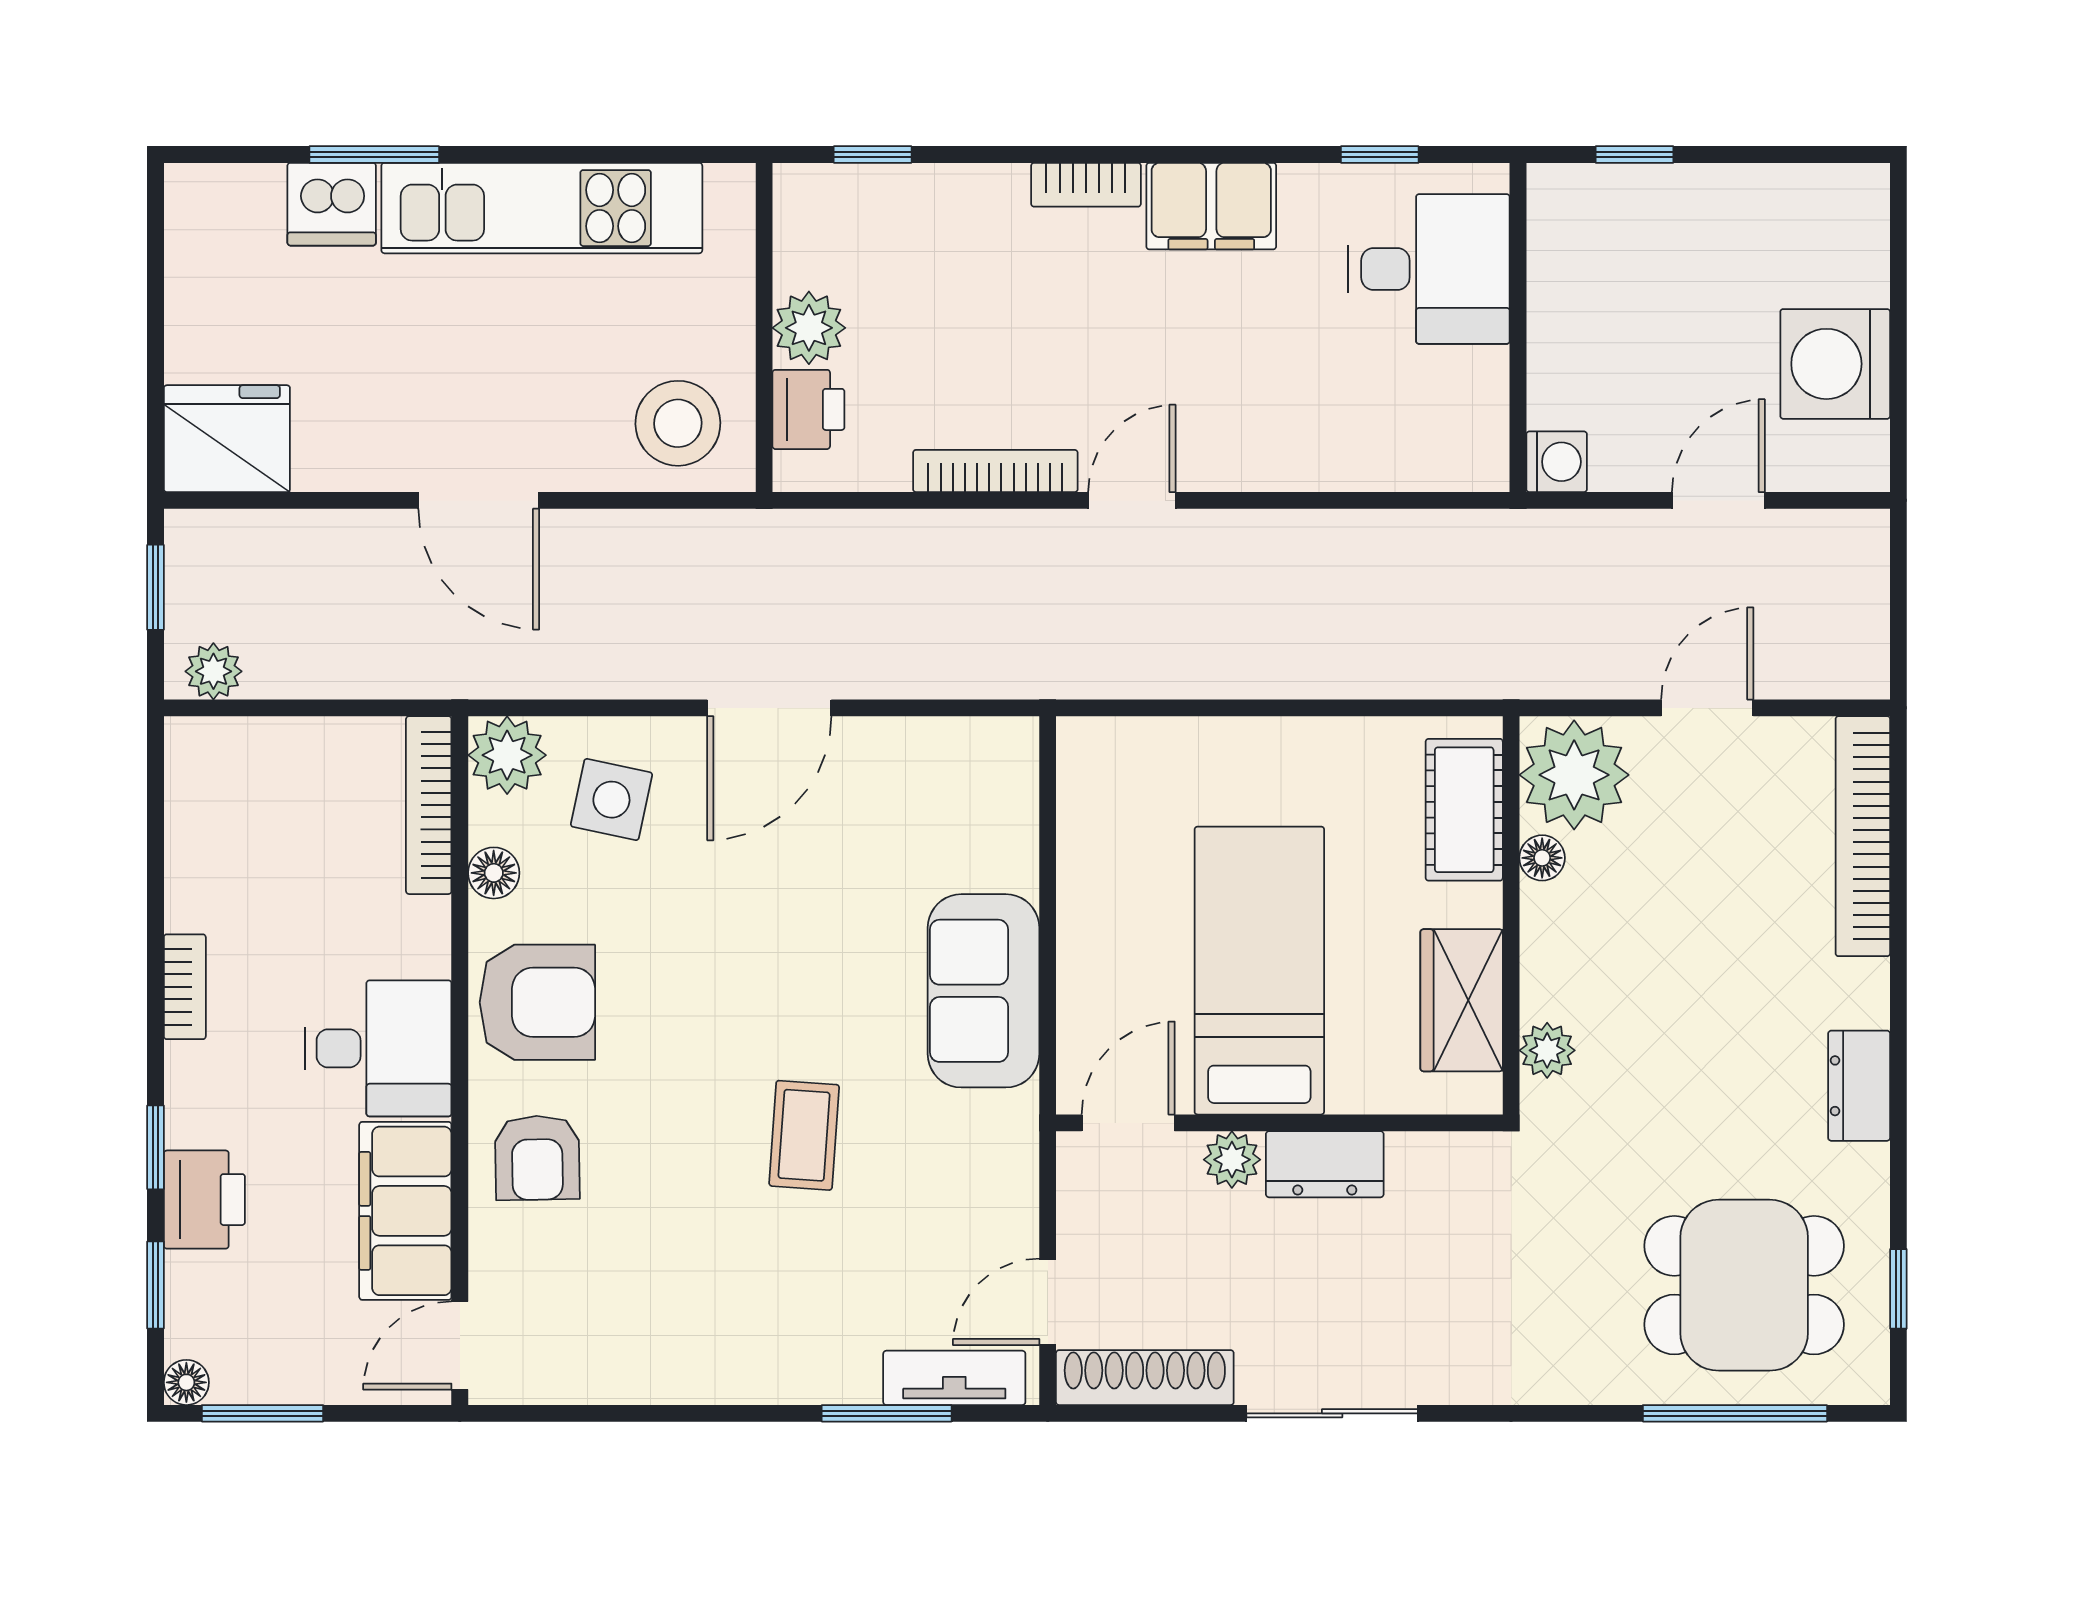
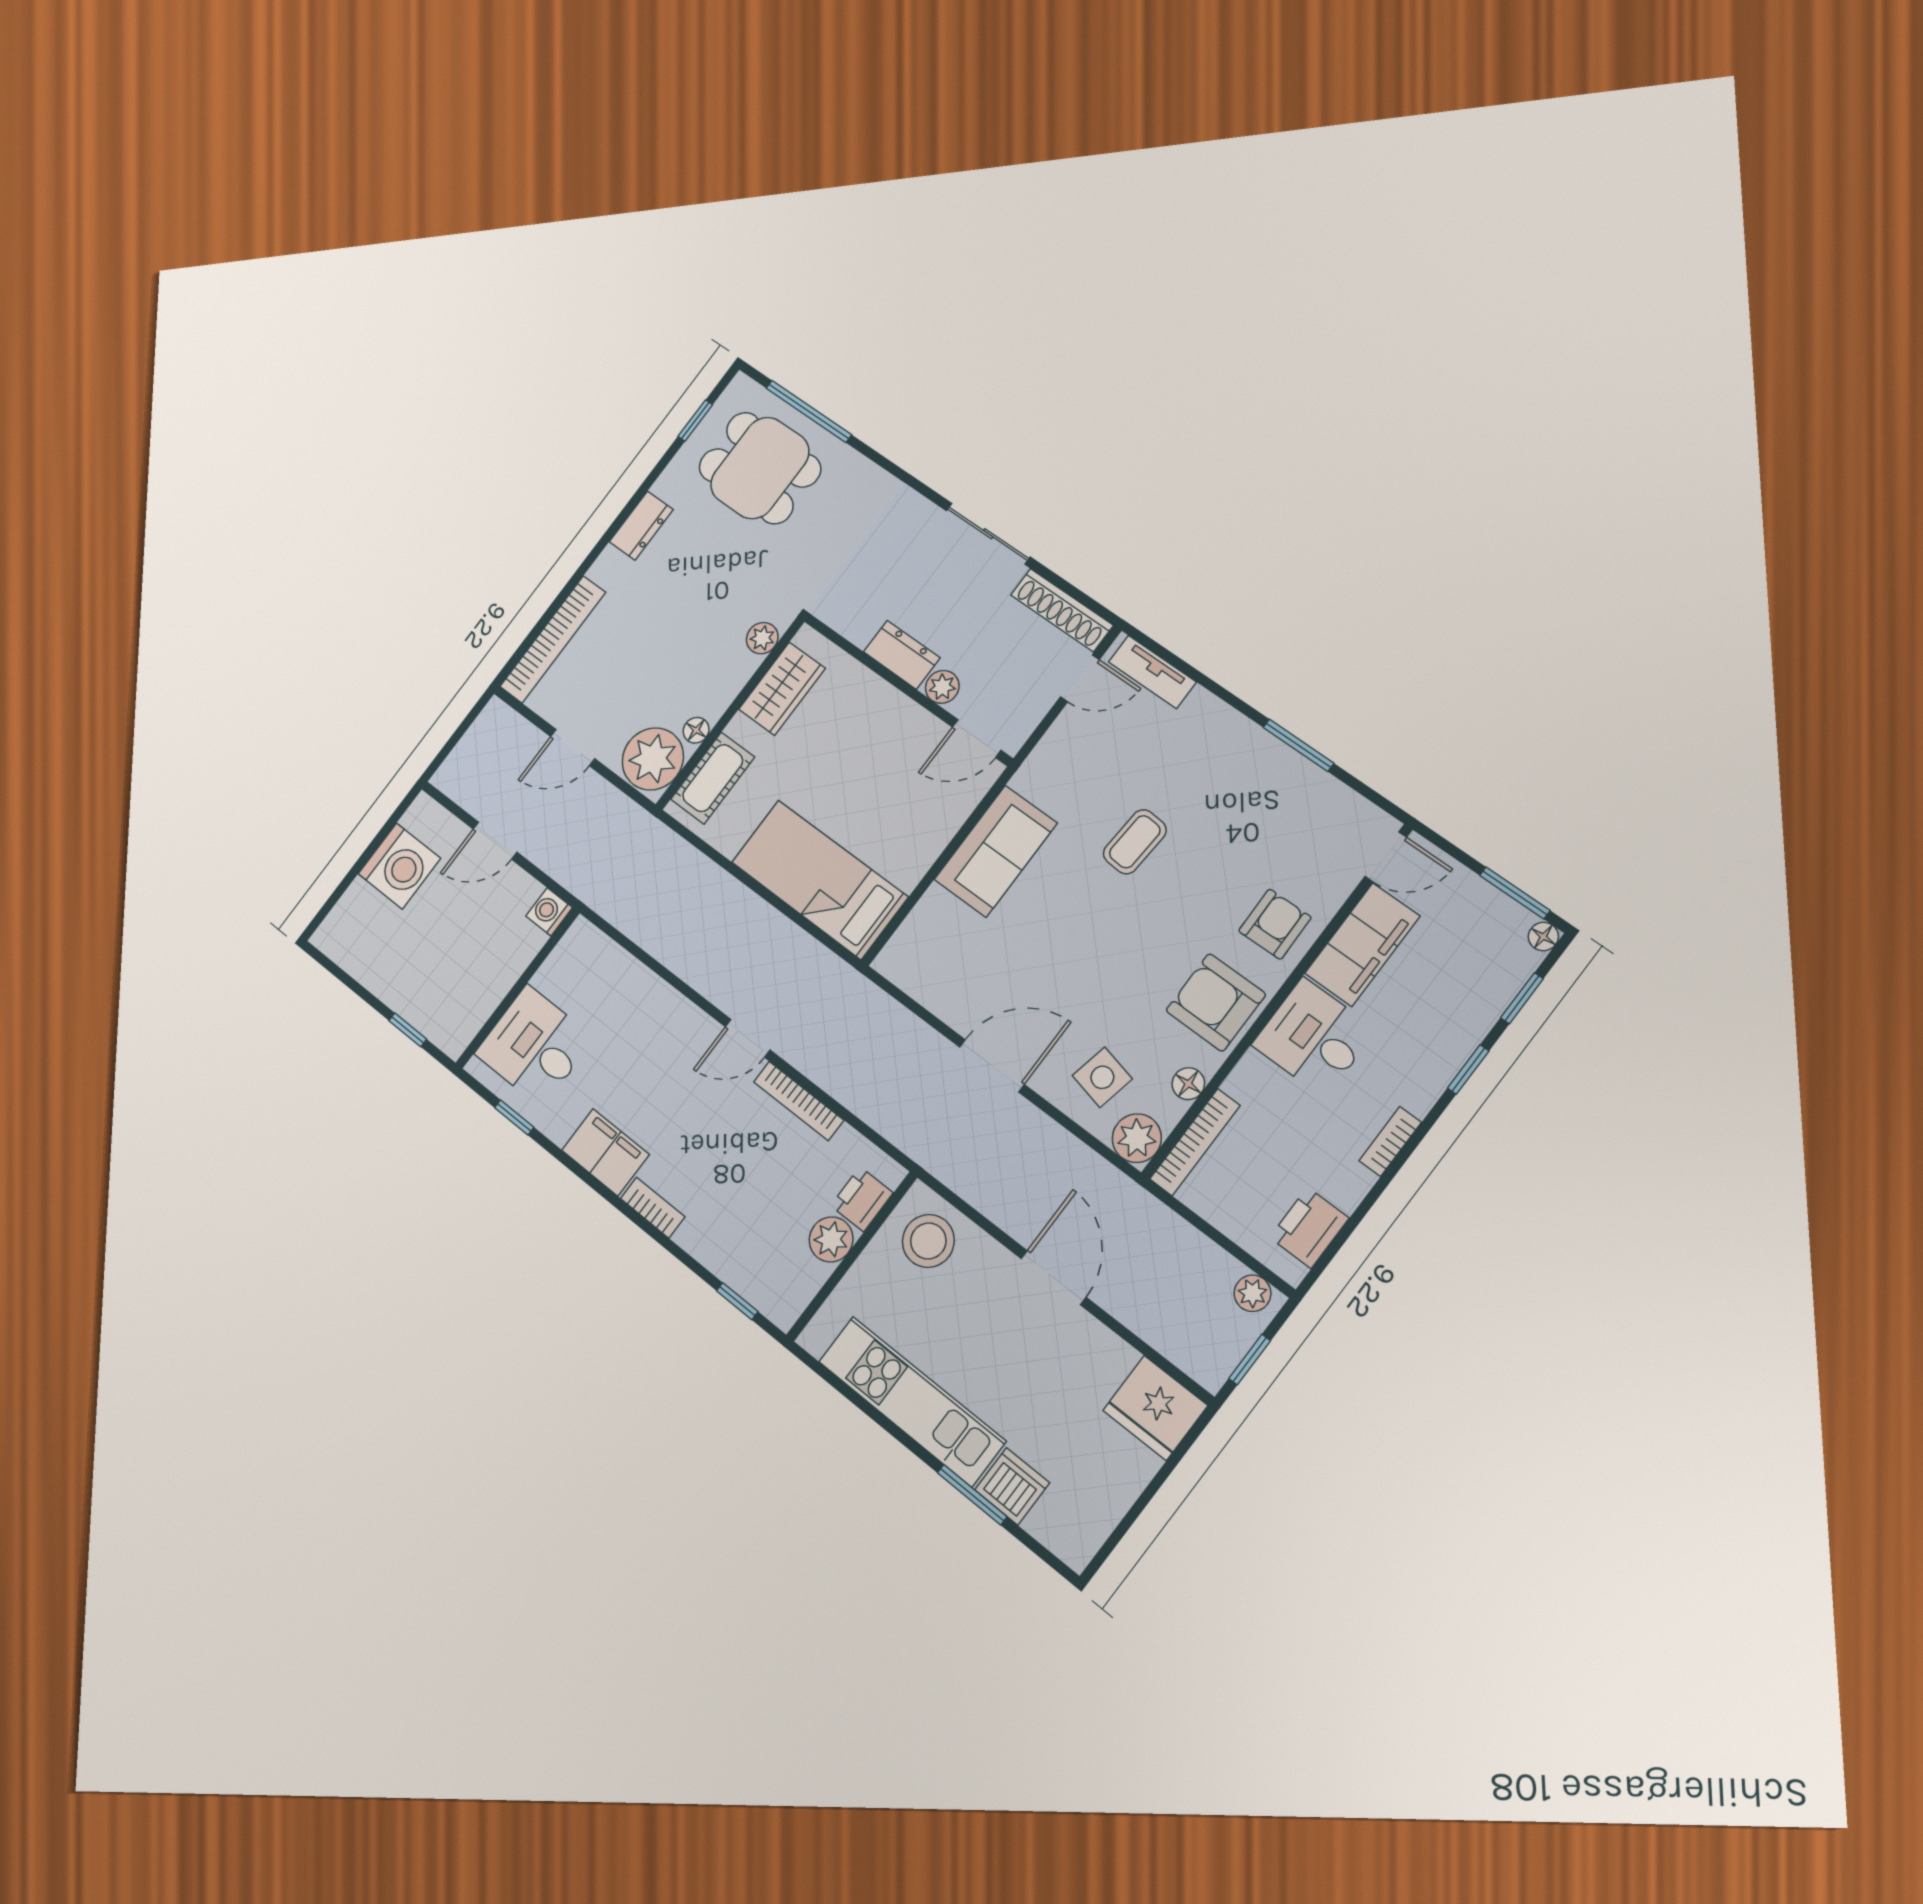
bed: (1259, 971) -> (819, 880), moved, turned 90
printer: (204, 1200) -> (1309, 1228), moved
window: (887, 1413) -> (1298, 745), moved

